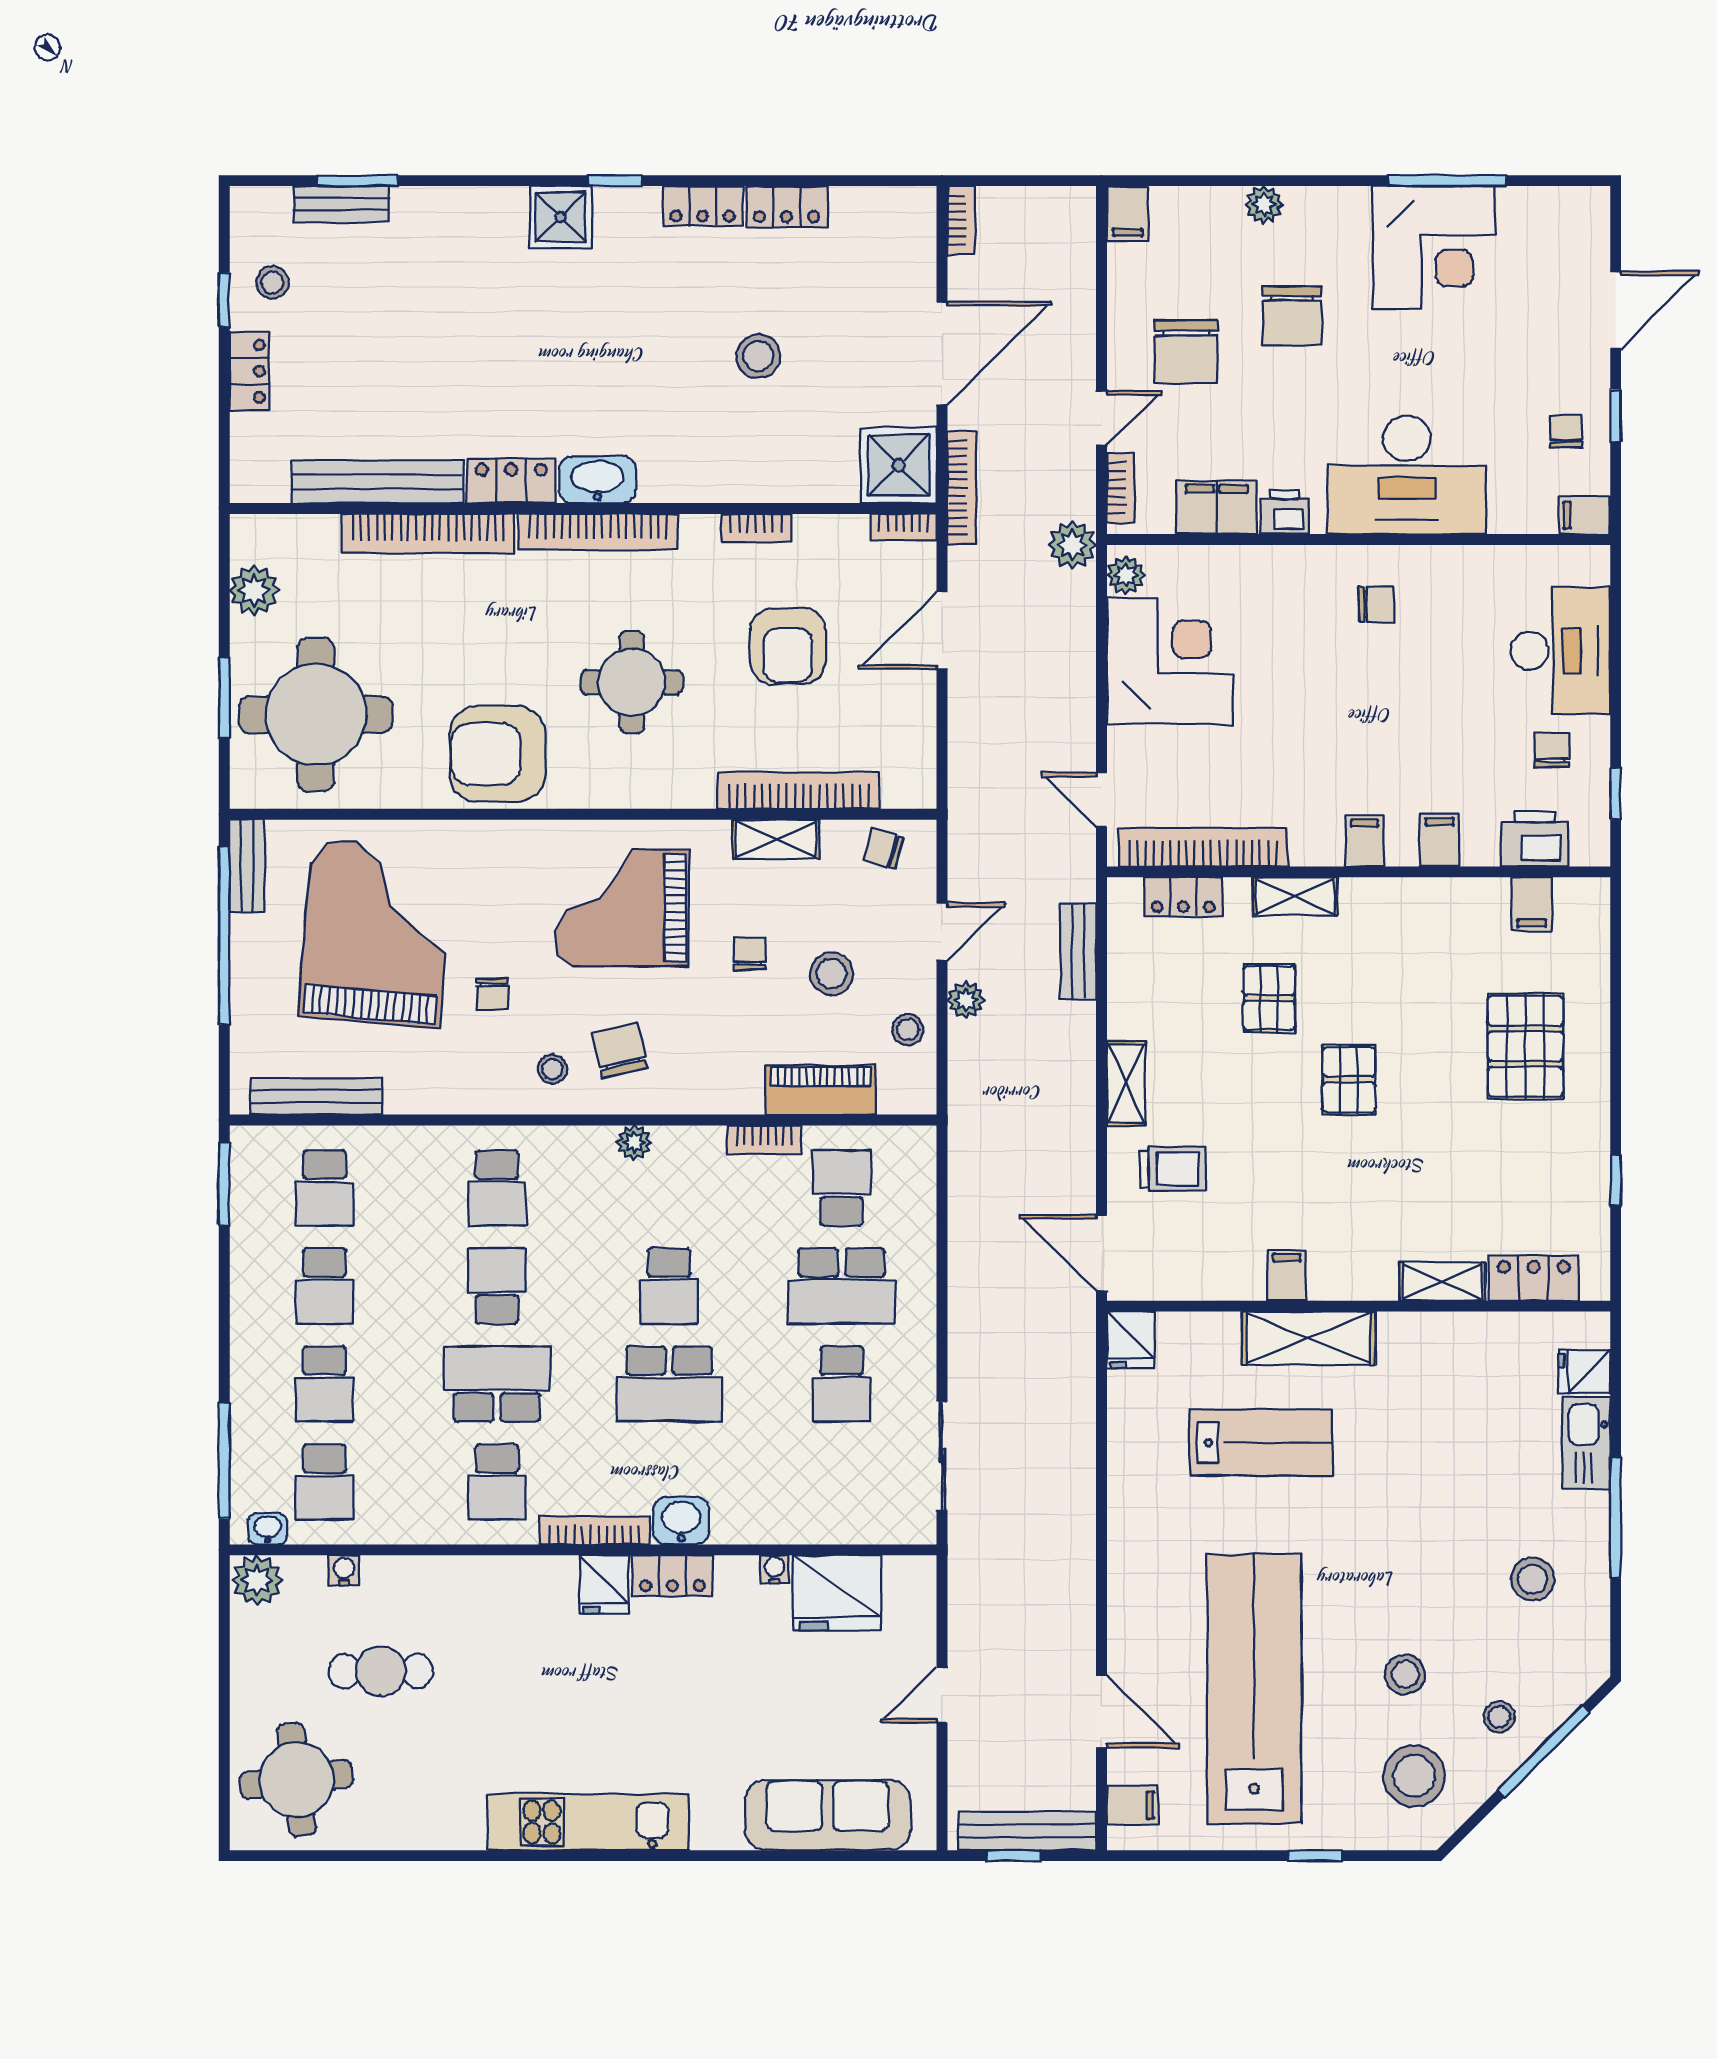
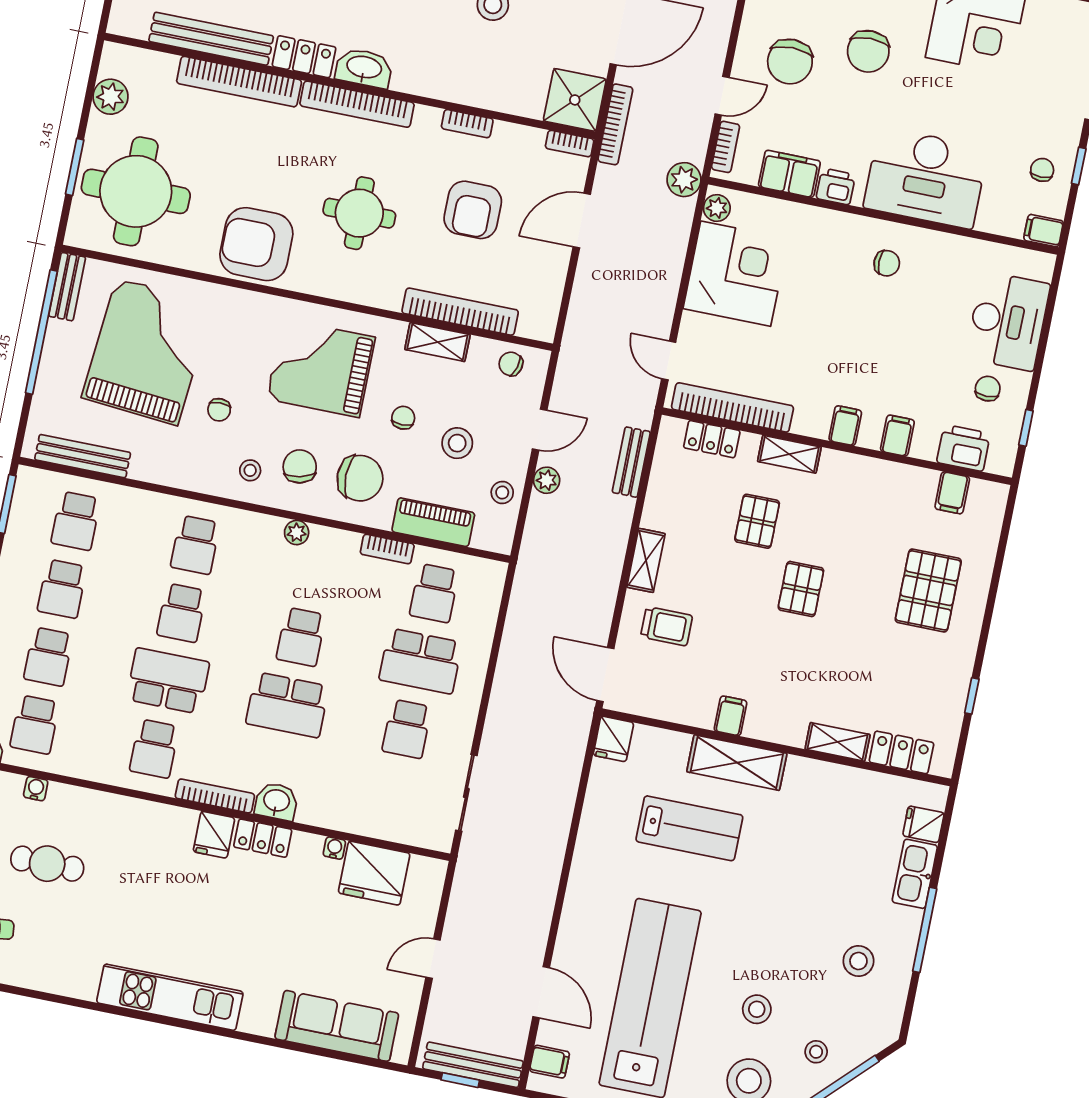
chair: (707, 1049) -> (360, 478), added
school desk: (842, 1188) -> (434, 593), turned 180
school desk: (497, 1286) -> (182, 613), turned 180

